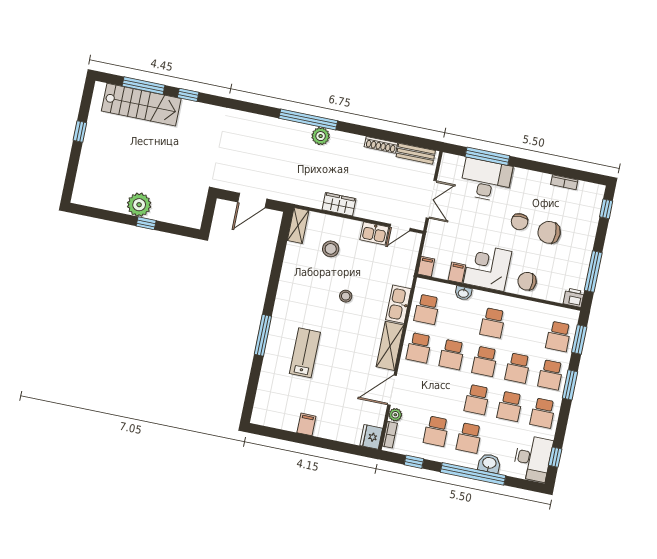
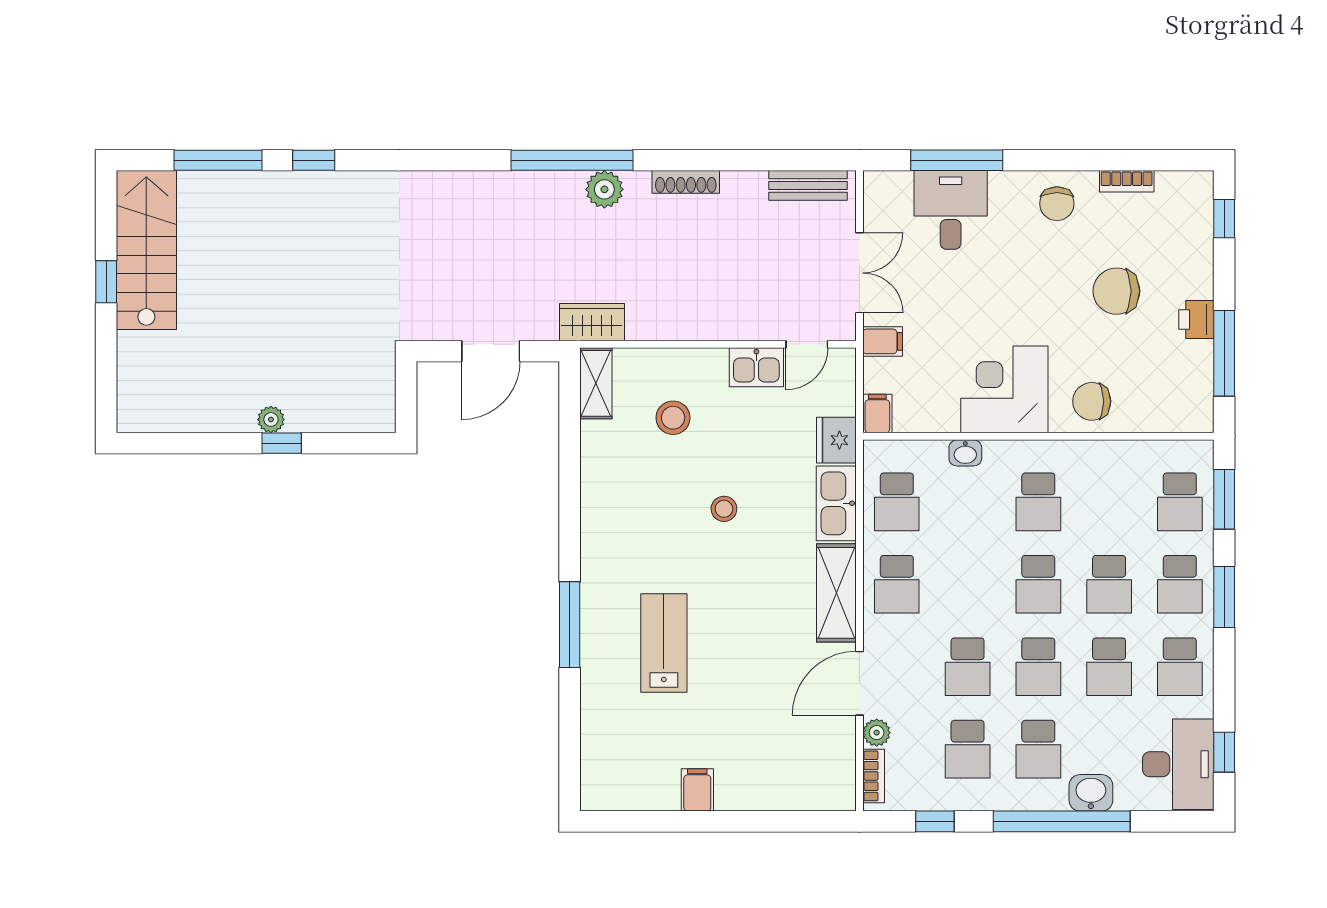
stairs: (141, 105) -> (146, 250), moved, turned -90
shoe rack: (381, 145) -> (686, 182), moved
desk: (486, 180) -> (951, 210), width x0.73
wardrobe: (339, 204) -> (592, 322), moved
plant: (139, 205) -> (271, 419), width x0.53, depth x0.53
chair: (520, 222) -> (1057, 204), moved
filing cabinet: (457, 273) -> (883, 341), moved, turned 90
printer: (574, 298) -> (1196, 319), moved, turned -90
school desk: (452, 354) -> (968, 667), moved
fridge: (371, 437) -> (836, 440), moved

